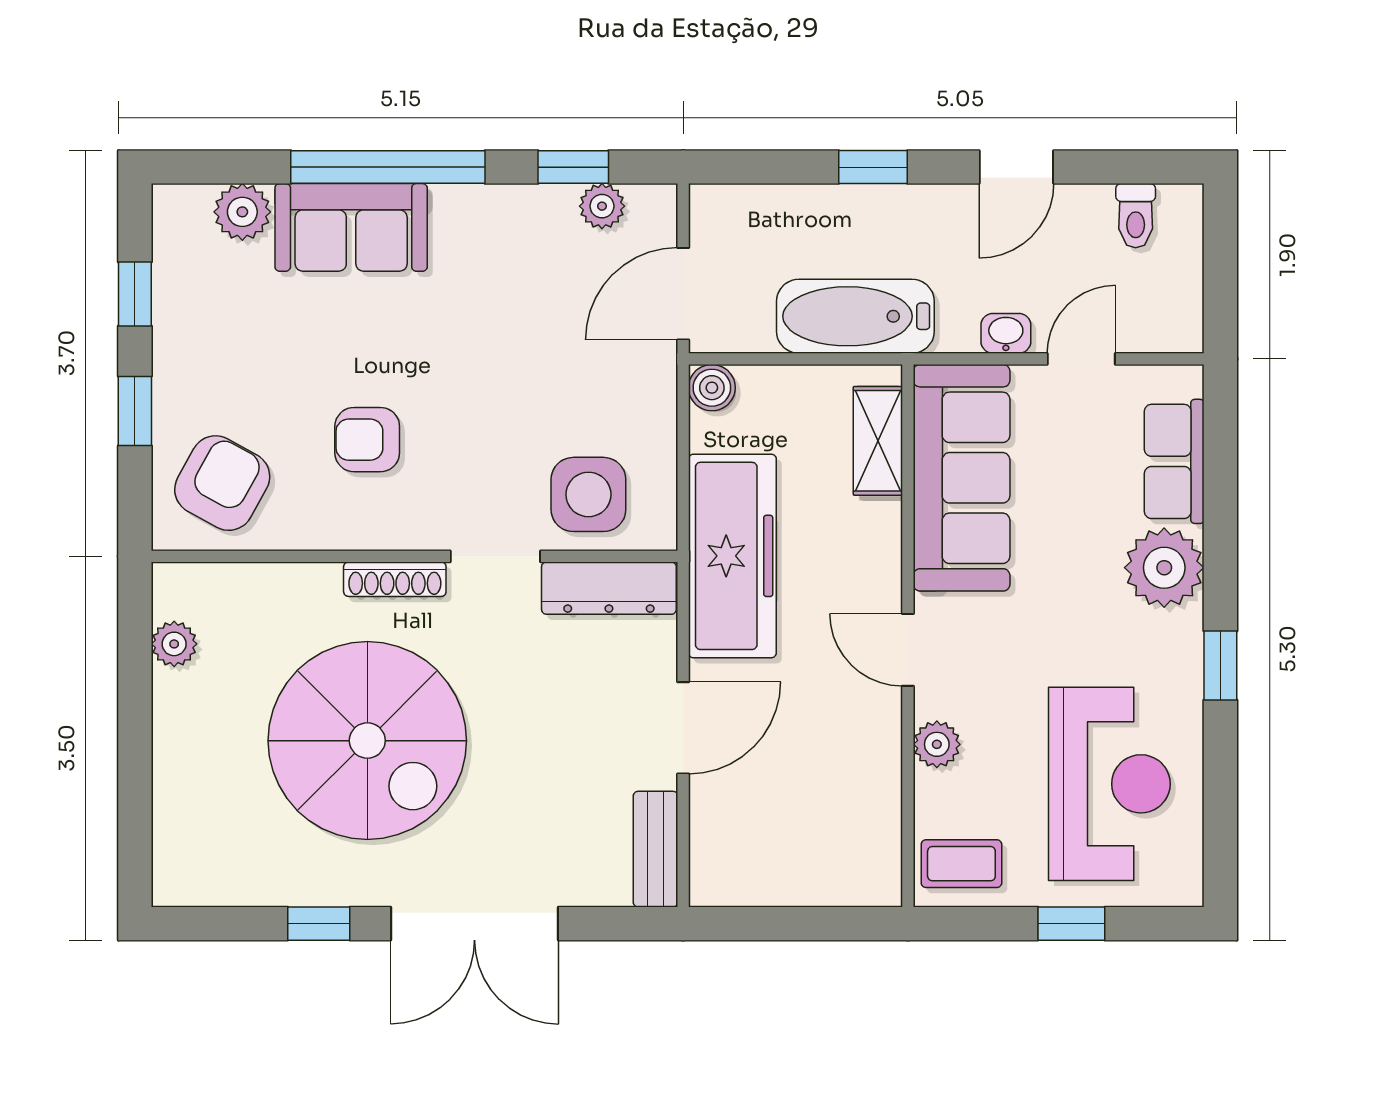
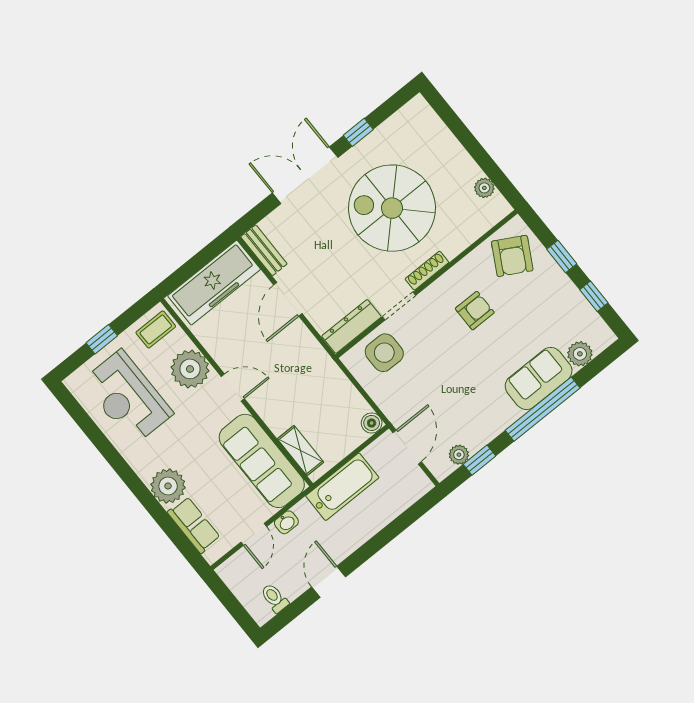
window: (873, 167) -> (377, 542), removed
freezer: (732, 556) -> (214, 283), moved, turned -90
window: (1220, 666) -> (122, 468), removed
plant: (937, 744) -> (190, 369), width x1.88, depth x1.88

